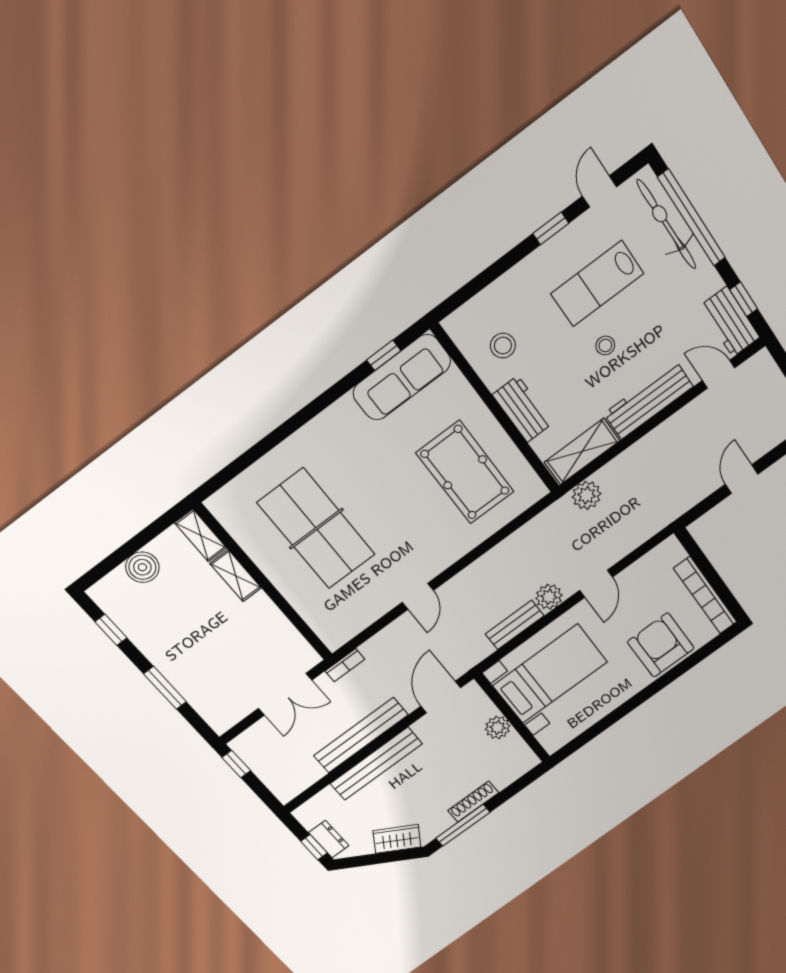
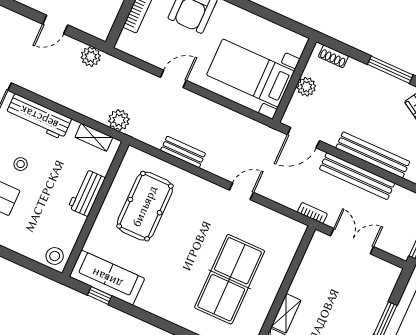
stool: (503, 346) -> (55, 256), moved
shelving: (582, 451) -> (94, 137), width x0.67, depth x0.75
plant: (549, 597) -> (91, 57), moved
bench: (515, 625) -> (183, 152), moved
shoe rack: (473, 802) -> (333, 56), moved, width x0.70

